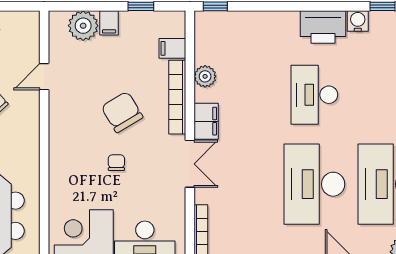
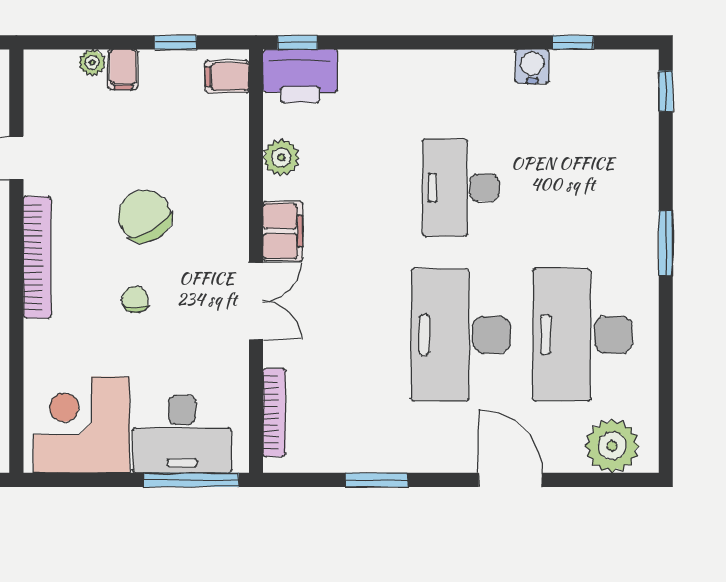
plant: (83, 26) -> (92, 63), width x0.53, depth x0.53
printer: (323, 27) -> (300, 76), moved
filing cabinet: (172, 48) -> (227, 77), moved
bookcase: (177, 97) -> (37, 257), moved, turned 180

